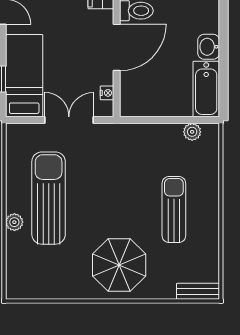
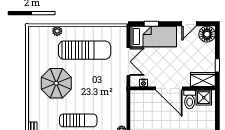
plant: (14, 222) -> (57, 31), moved
parasol: (119, 265) -> (56, 83), moved

